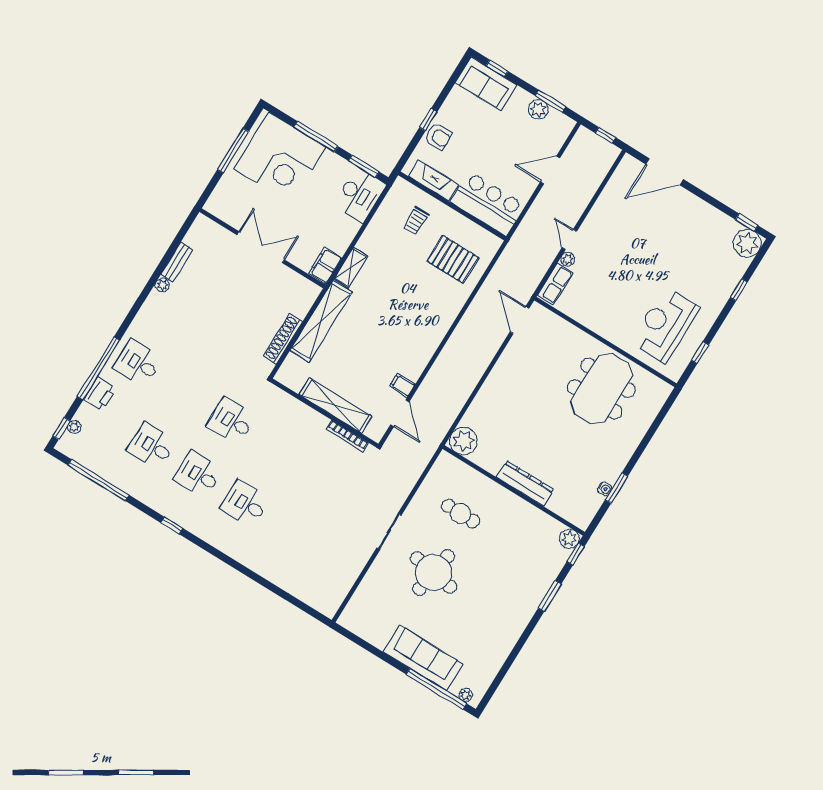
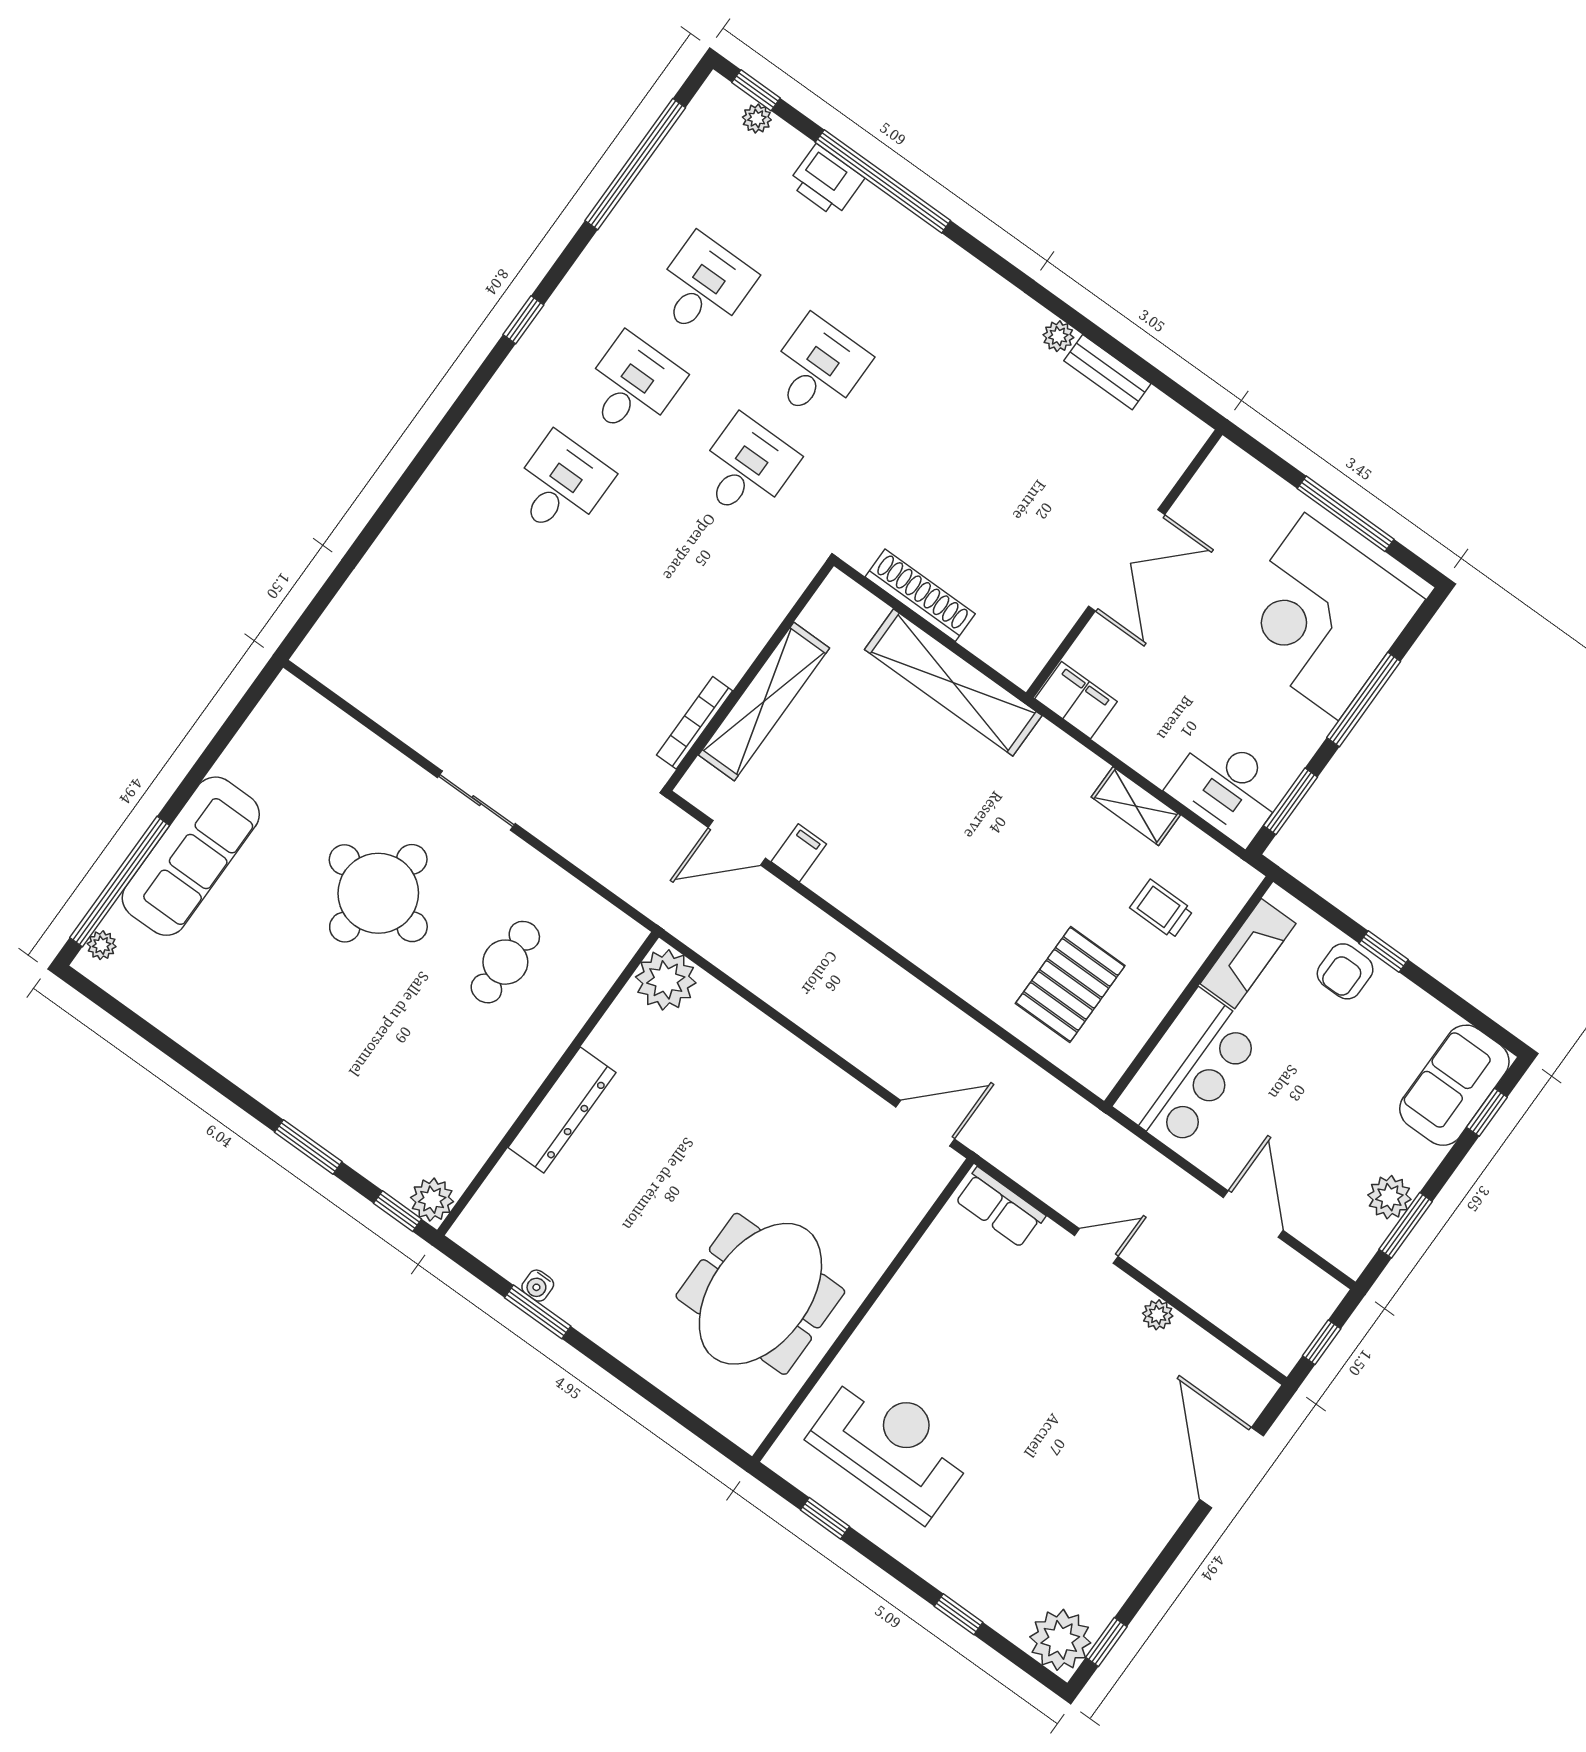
plant: (568, 259) -> (1158, 1315), moved
shelving: (351, 268) -> (1136, 806), moved
desk: (138, 363) -> (817, 369), moved
meeting table: (601, 389) -> (760, 1294), turned 90

